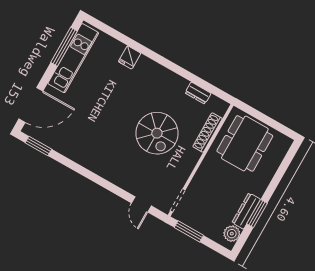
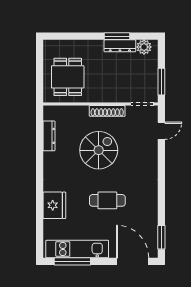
fridge: (130, 57) -> (54, 205), width x1.88, depth x1.34
dresser: (198, 93) -> (49, 136), width x1.44
cafe table: (104, 114) -> (107, 200), added
shoe rack: (208, 133) -> (107, 111), moved
dining table: (245, 143) -> (68, 77), width x0.73

